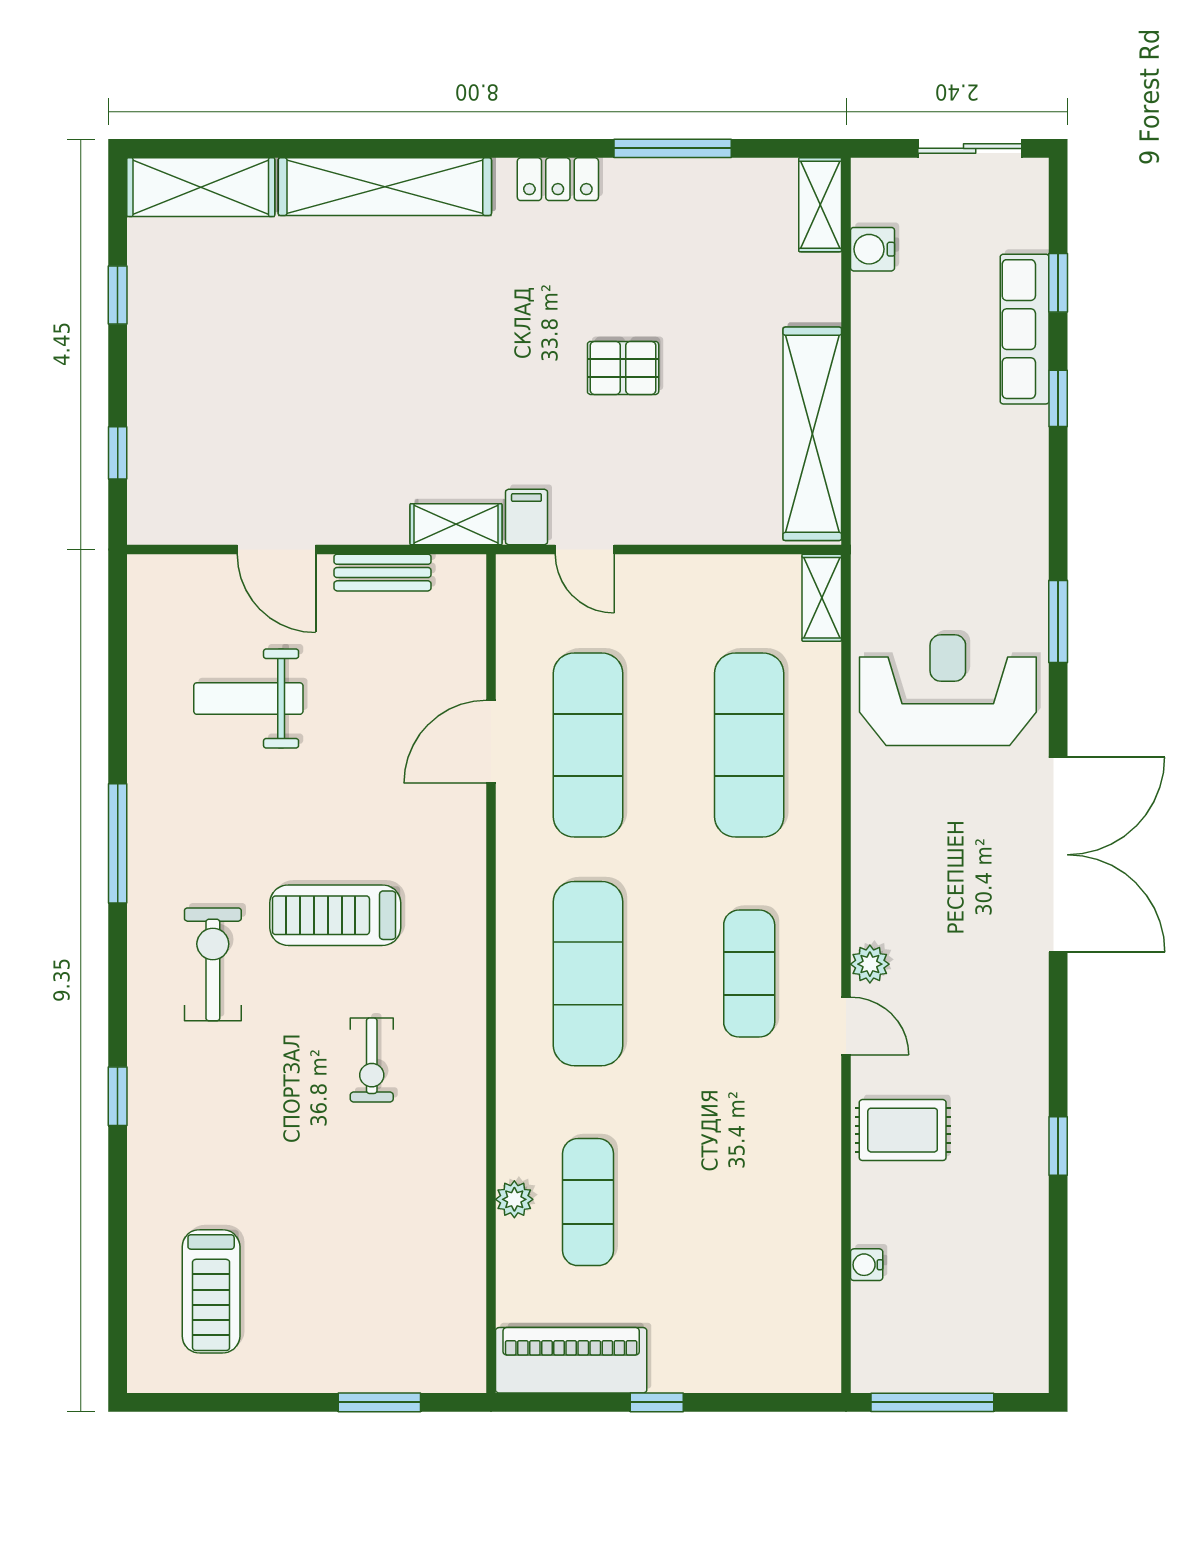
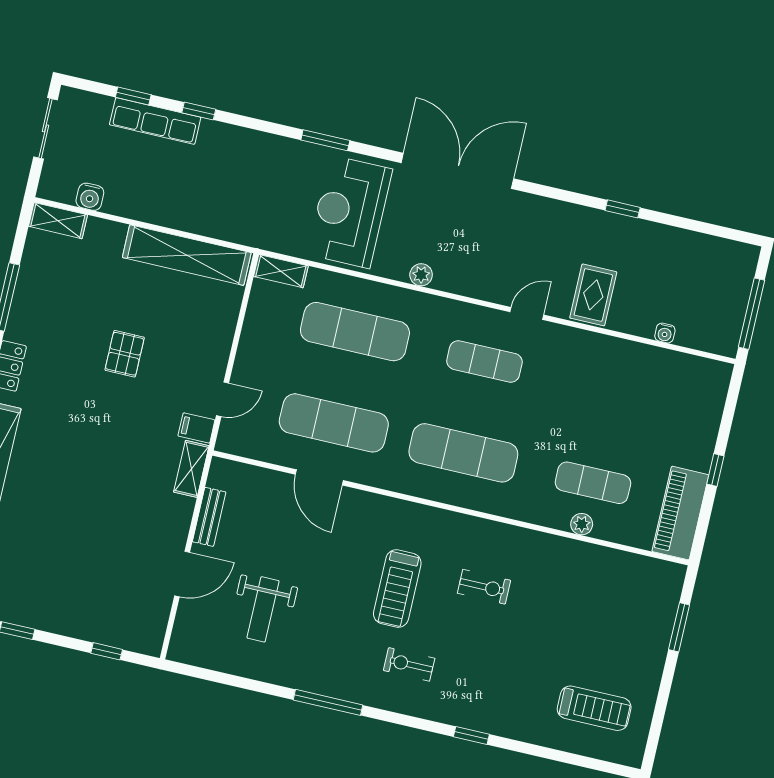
exercise bike: (213, 964) -> (409, 664), width x0.73, depth x0.72
plant: (870, 964) -> (421, 275), moved

